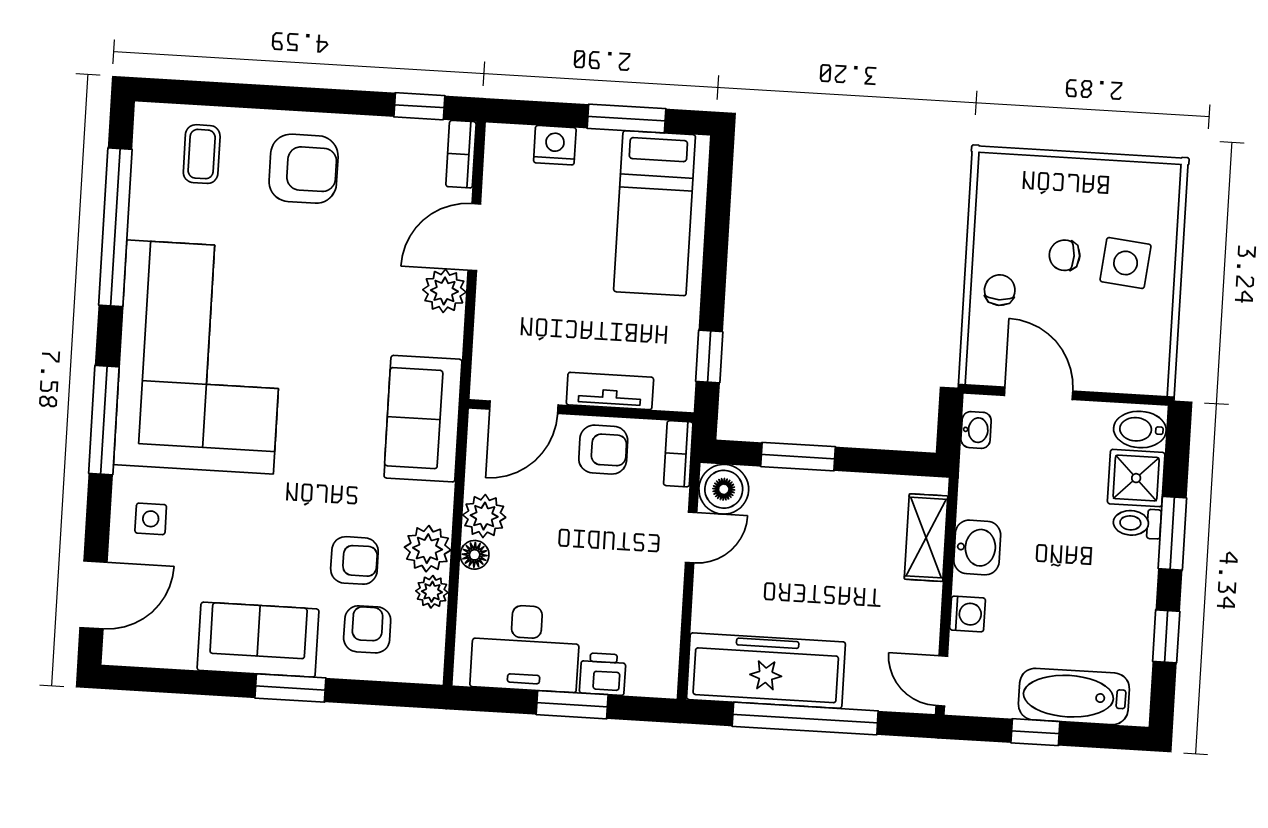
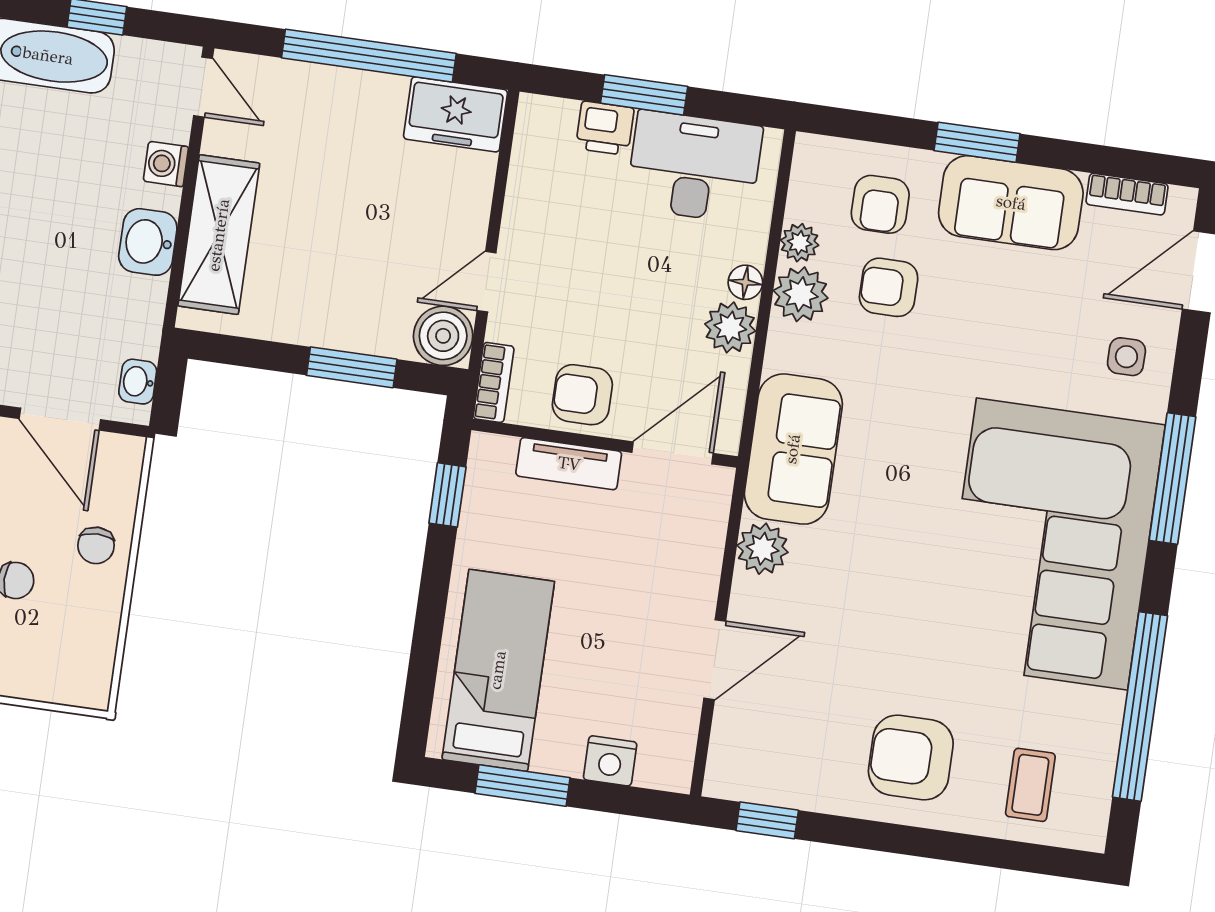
bookcase: (461, 154) -> (1127, 194), moved, turned 90
plant: (444, 291) -> (763, 549), moved
shelving: (926, 538) -> (219, 235), width x1.50, depth x1.33
freezer: (766, 671) -> (456, 114), width x0.52, depth x0.79

